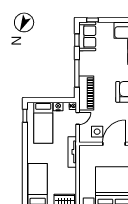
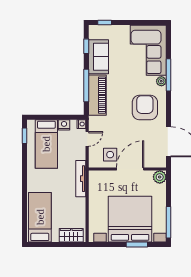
sofa: (87, 36) -> (98, 57), moved
piano: (86, 93) -> (97, 95), moved

